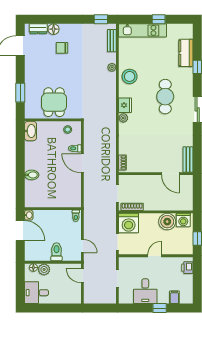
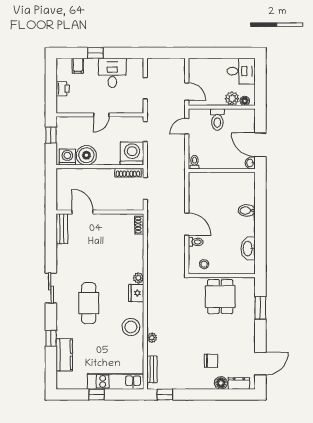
washbasin: (31, 131) -> (248, 249), moved
door: (82, 246) -> (187, 126), hinge flipped
printer: (187, 268) -> (63, 89), moved

